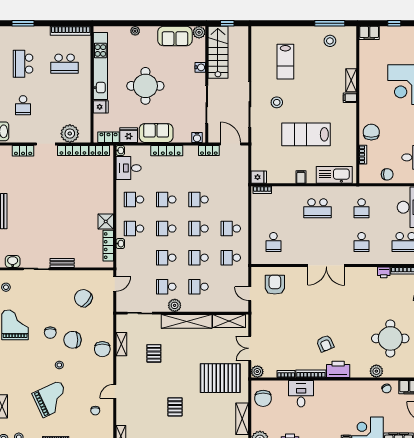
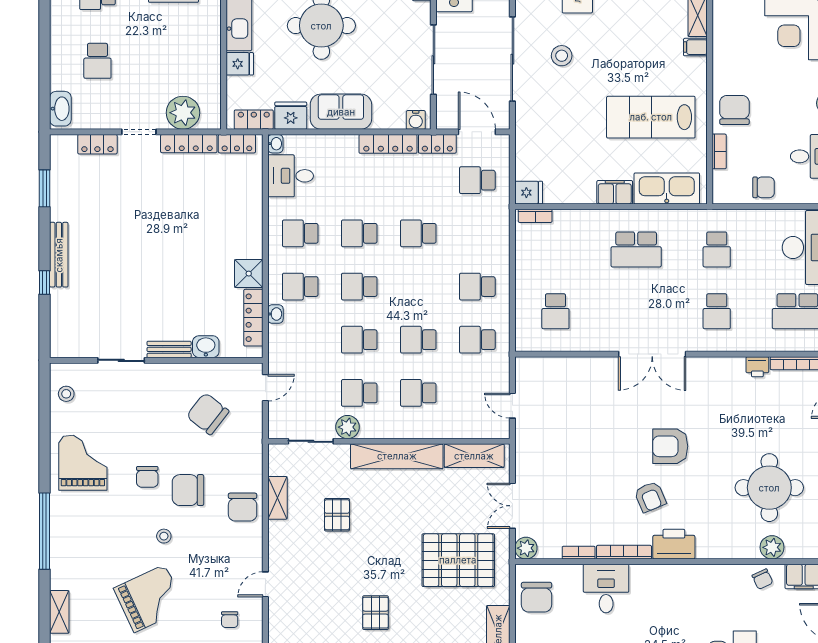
lab bench: (306, 134) -> (651, 117), moved
locker: (167, 151) -> (388, 144), moved
filing cabinet: (301, 177) -> (615, 192), width x2.00
school desk: (198, 229) -> (477, 180), moved
washbasin: (13, 261) -> (206, 347), moved
armchair: (275, 285) -> (670, 446), moved, turned -90
plant: (175, 305) -> (348, 427), moved
plant: (376, 371) -> (772, 547), moved

